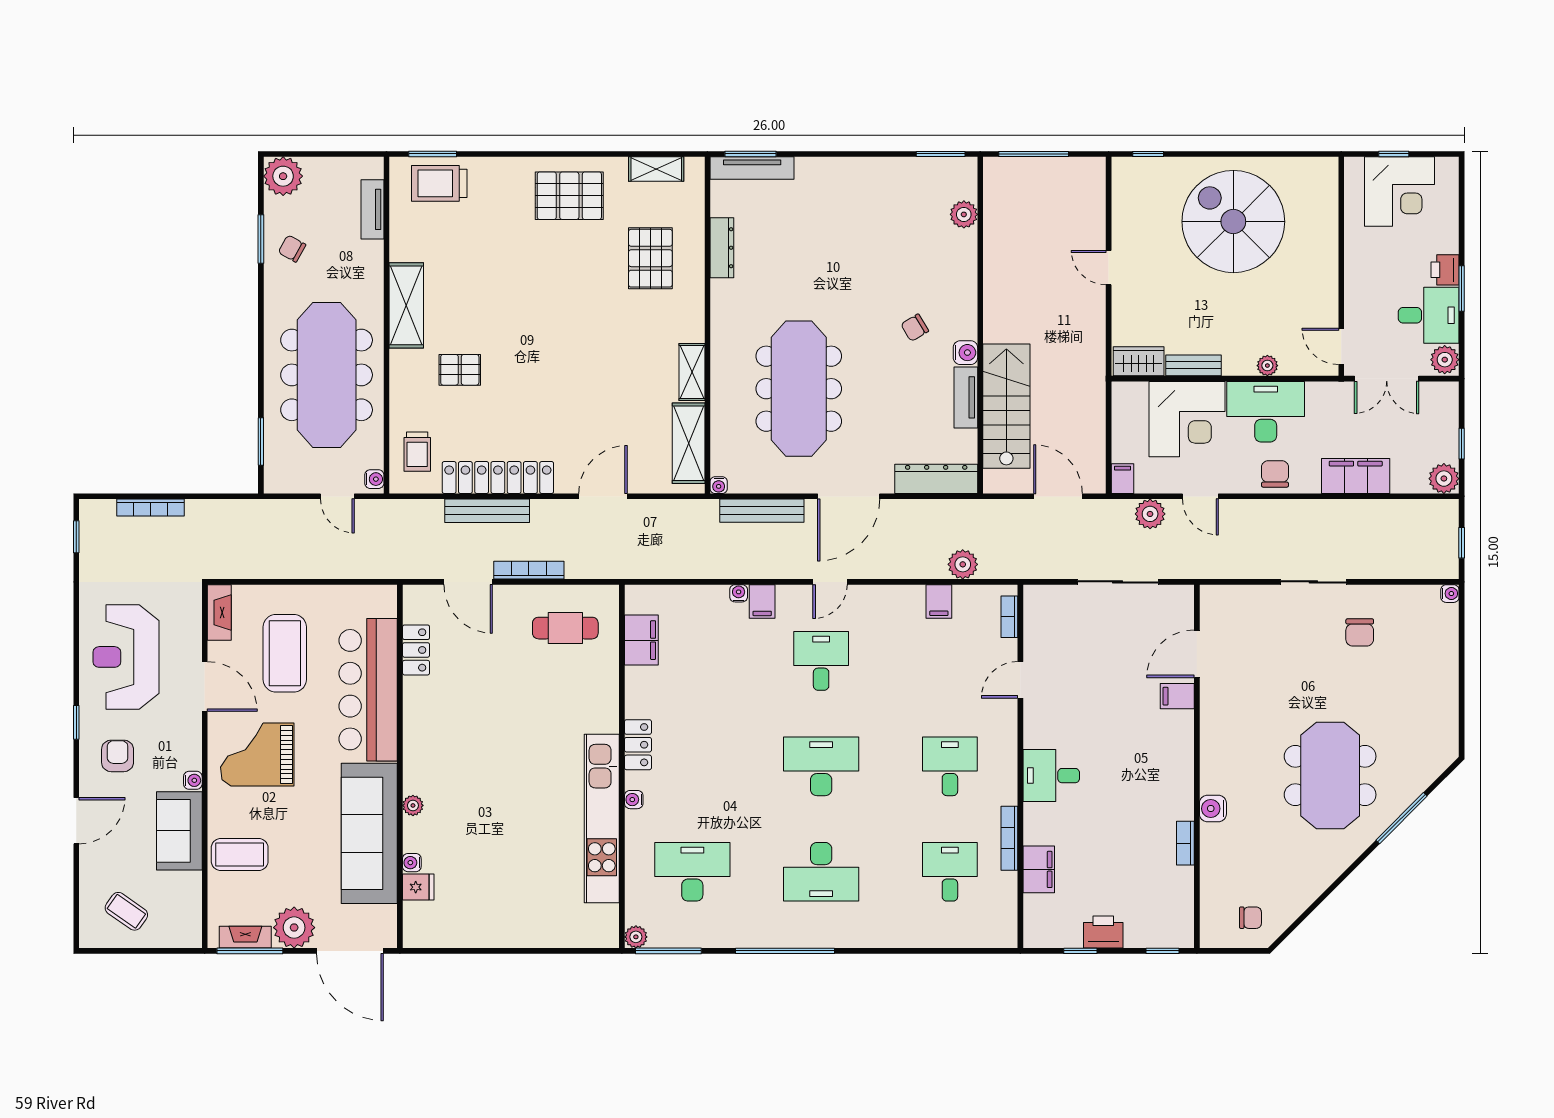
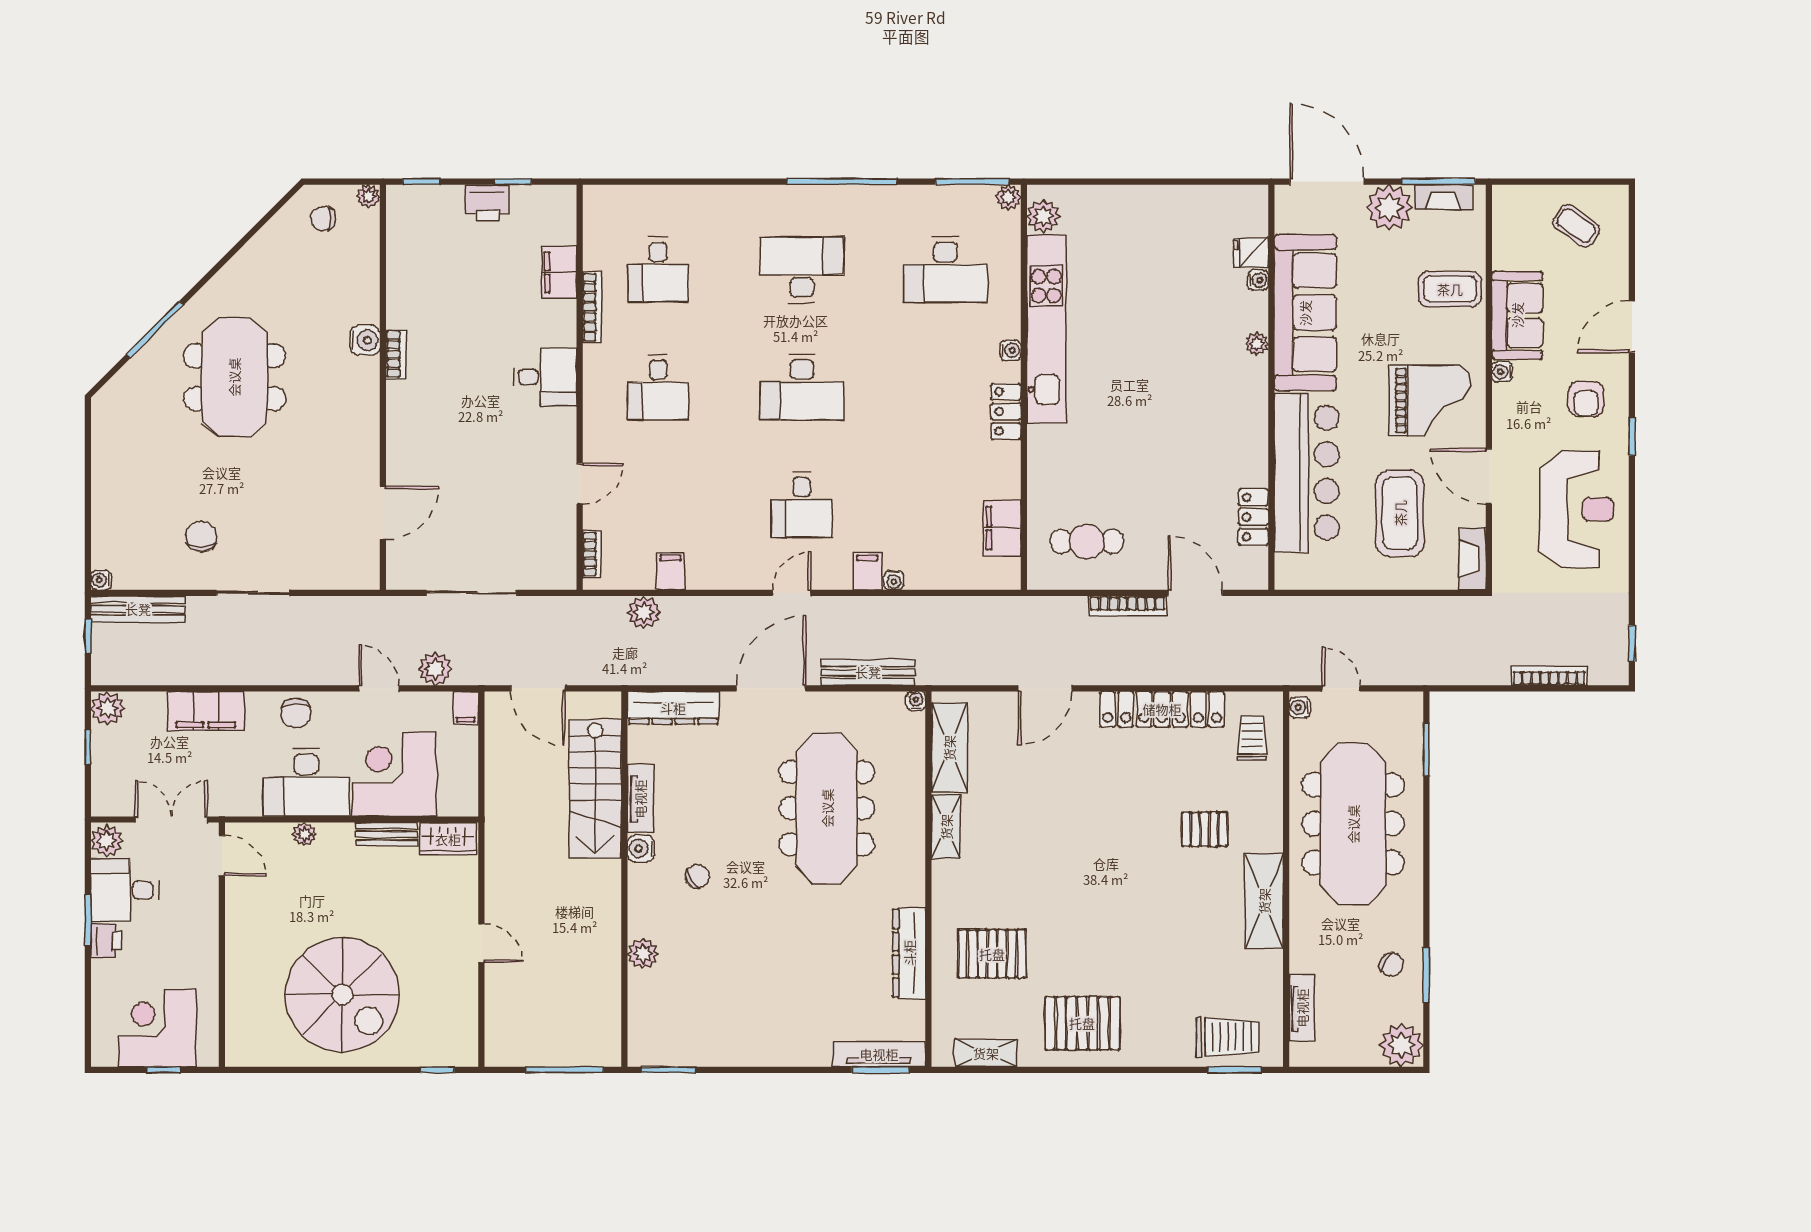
plant: (964, 214) -> (643, 954), moved
dresser: (722, 248) -> (909, 953), width x1.37, depth x1.24
pallet: (650, 258) -> (992, 954), turned 90
bench: (487, 511) -> (138, 609), moved
filing cabinet: (1177, 696) -> (405, 466), removed
bookcase: (1185, 843) -> (396, 354), moved
plant: (604, 920) -> (1043, 216), added
plant: (1210, 938) -> (369, 196), added

